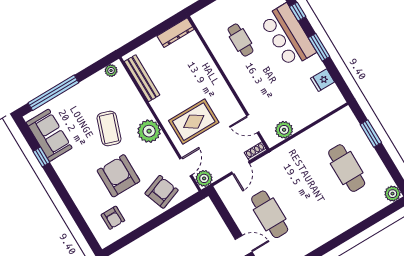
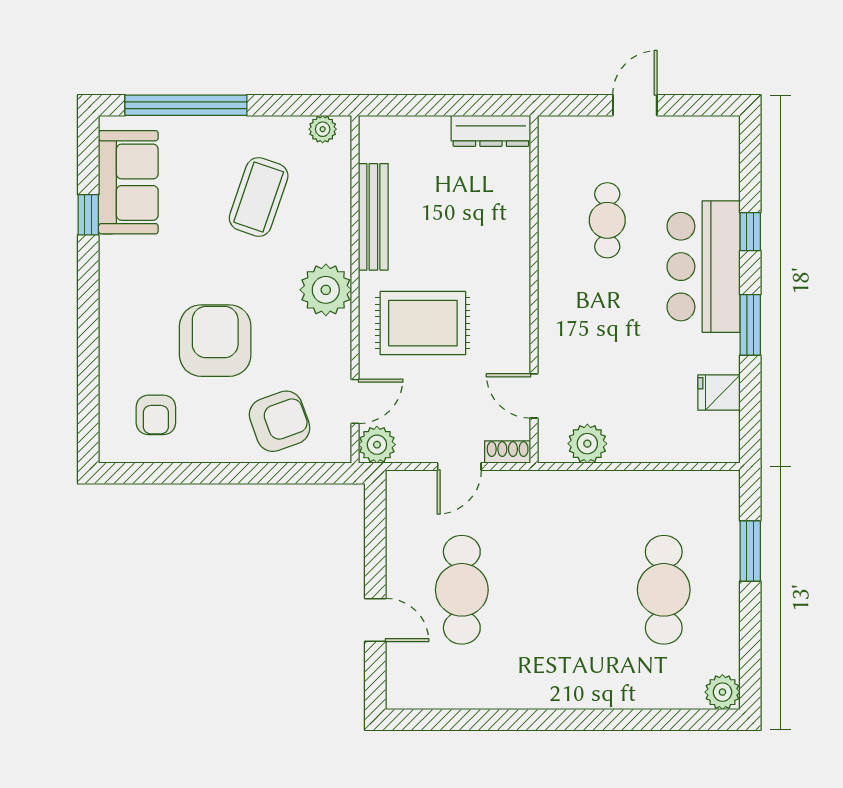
bench: (142, 78) -> (373, 217), moved
coffee table: (109, 129) -> (259, 197), moved

